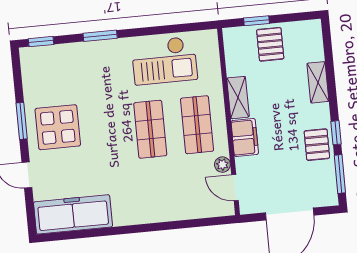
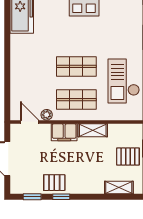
shelving: (318, 82) -> (119, 187), moved
window: (340, 174) -> (32, 197), width x0.67
door: (235, 188) -> (30, 122), hinge flipped

